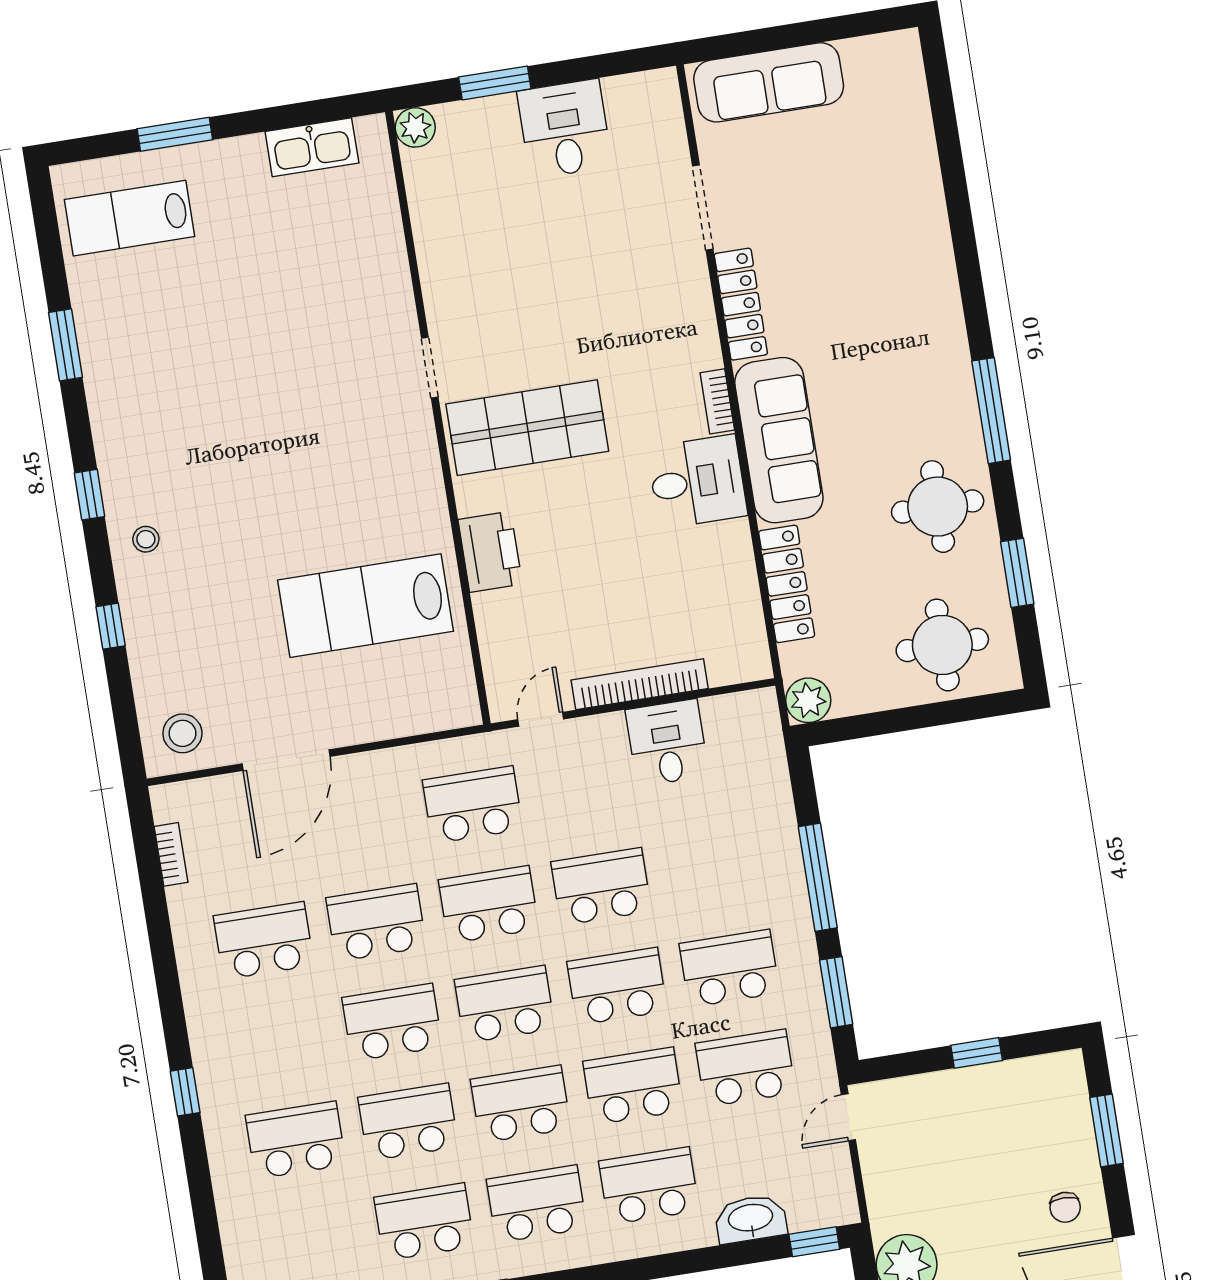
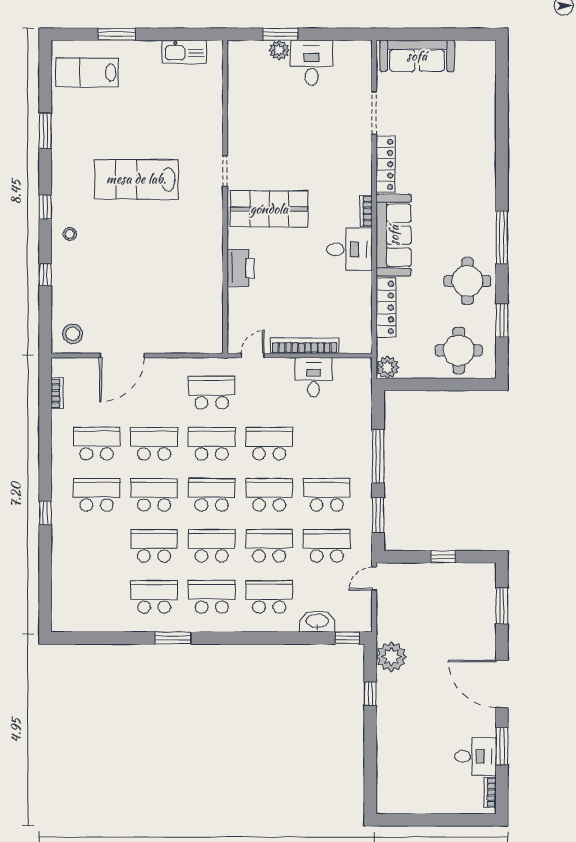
plant: (415, 127) -> (279, 50), moved
lab bench: (365, 606) -> (136, 179), moved
school desk: (296, 1140) -> (97, 495), moved
chair: (1065, 1207) -> (475, 641), removed

